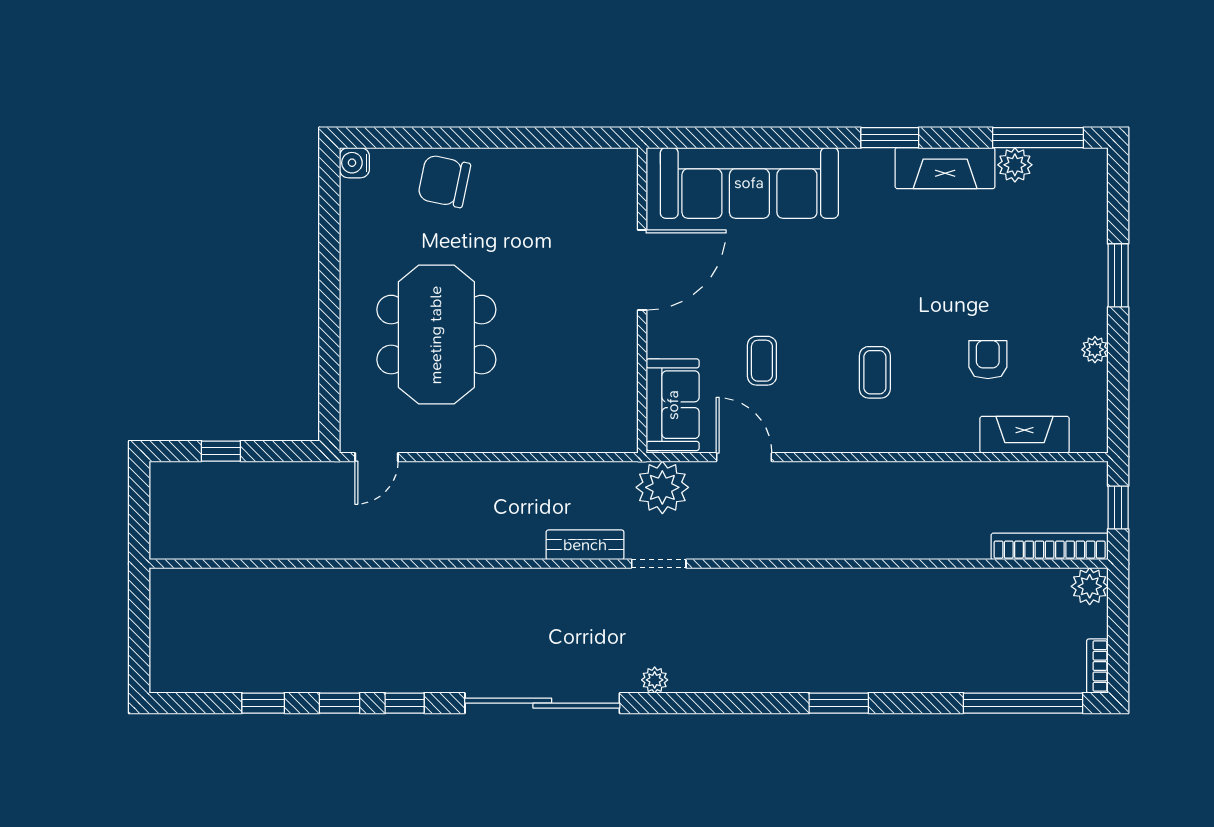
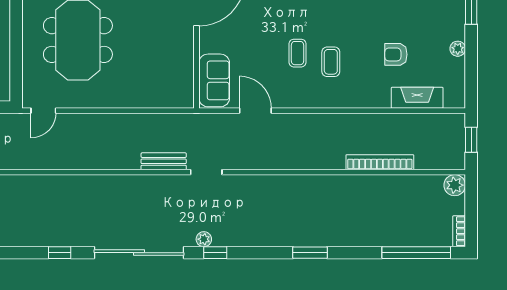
armchair: (988, 360) -> (396, 54), turned -90
coffee table: (762, 361) -> (297, 53), moved
plant: (662, 487) -> (208, 128), removed
bookcase: (1050, 546) -> (380, 162), moved
window: (339, 703) -> (215, 253), moved

